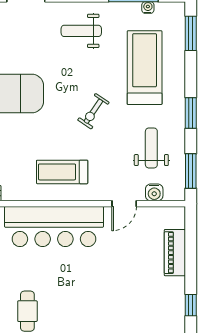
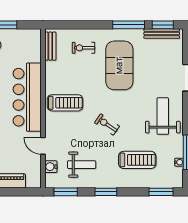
weight bench: (81, 31) -> (163, 116), width x1.36, depth x1.33
treadmill: (145, 68) -> (137, 160), width x0.73, depth x0.73
treadmill: (62, 172) -> (65, 103), turned 90

